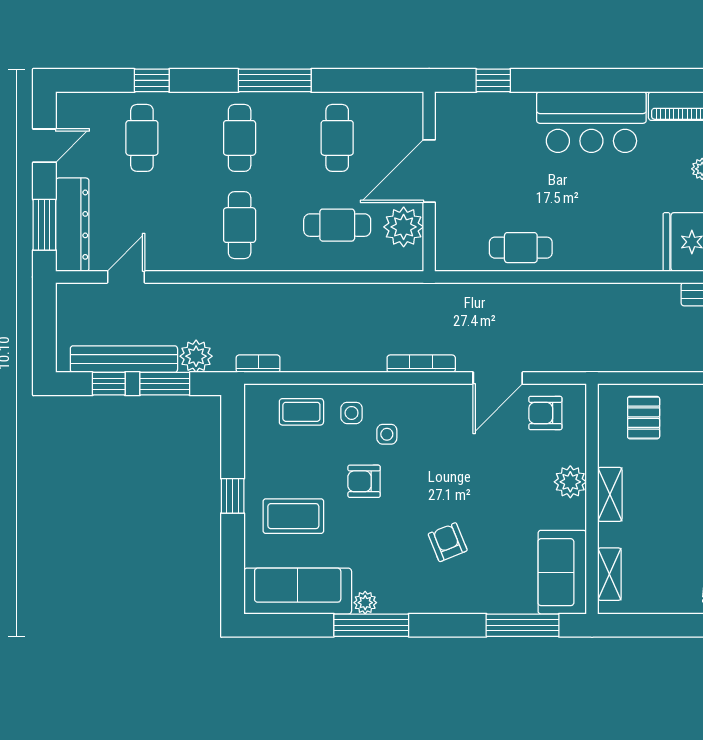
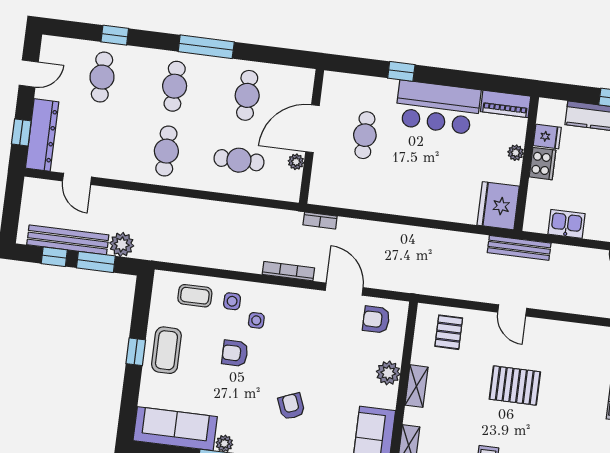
window: (493, 80) -> (401, 71), moved
window: (44, 225) -> (21, 132), width x0.67
plant: (404, 227) -> (296, 162), width x0.53, depth x0.53
cafe table: (521, 248) -> (365, 135), moved, turned 90
door: (126, 277) -> (77, 179), swing flipped
bookcase: (258, 364) -> (320, 221), moved, turned 180
door: (498, 378) -> (344, 289), swing flipped
coffee table: (293, 516) -> (166, 350), moved, turned 90

